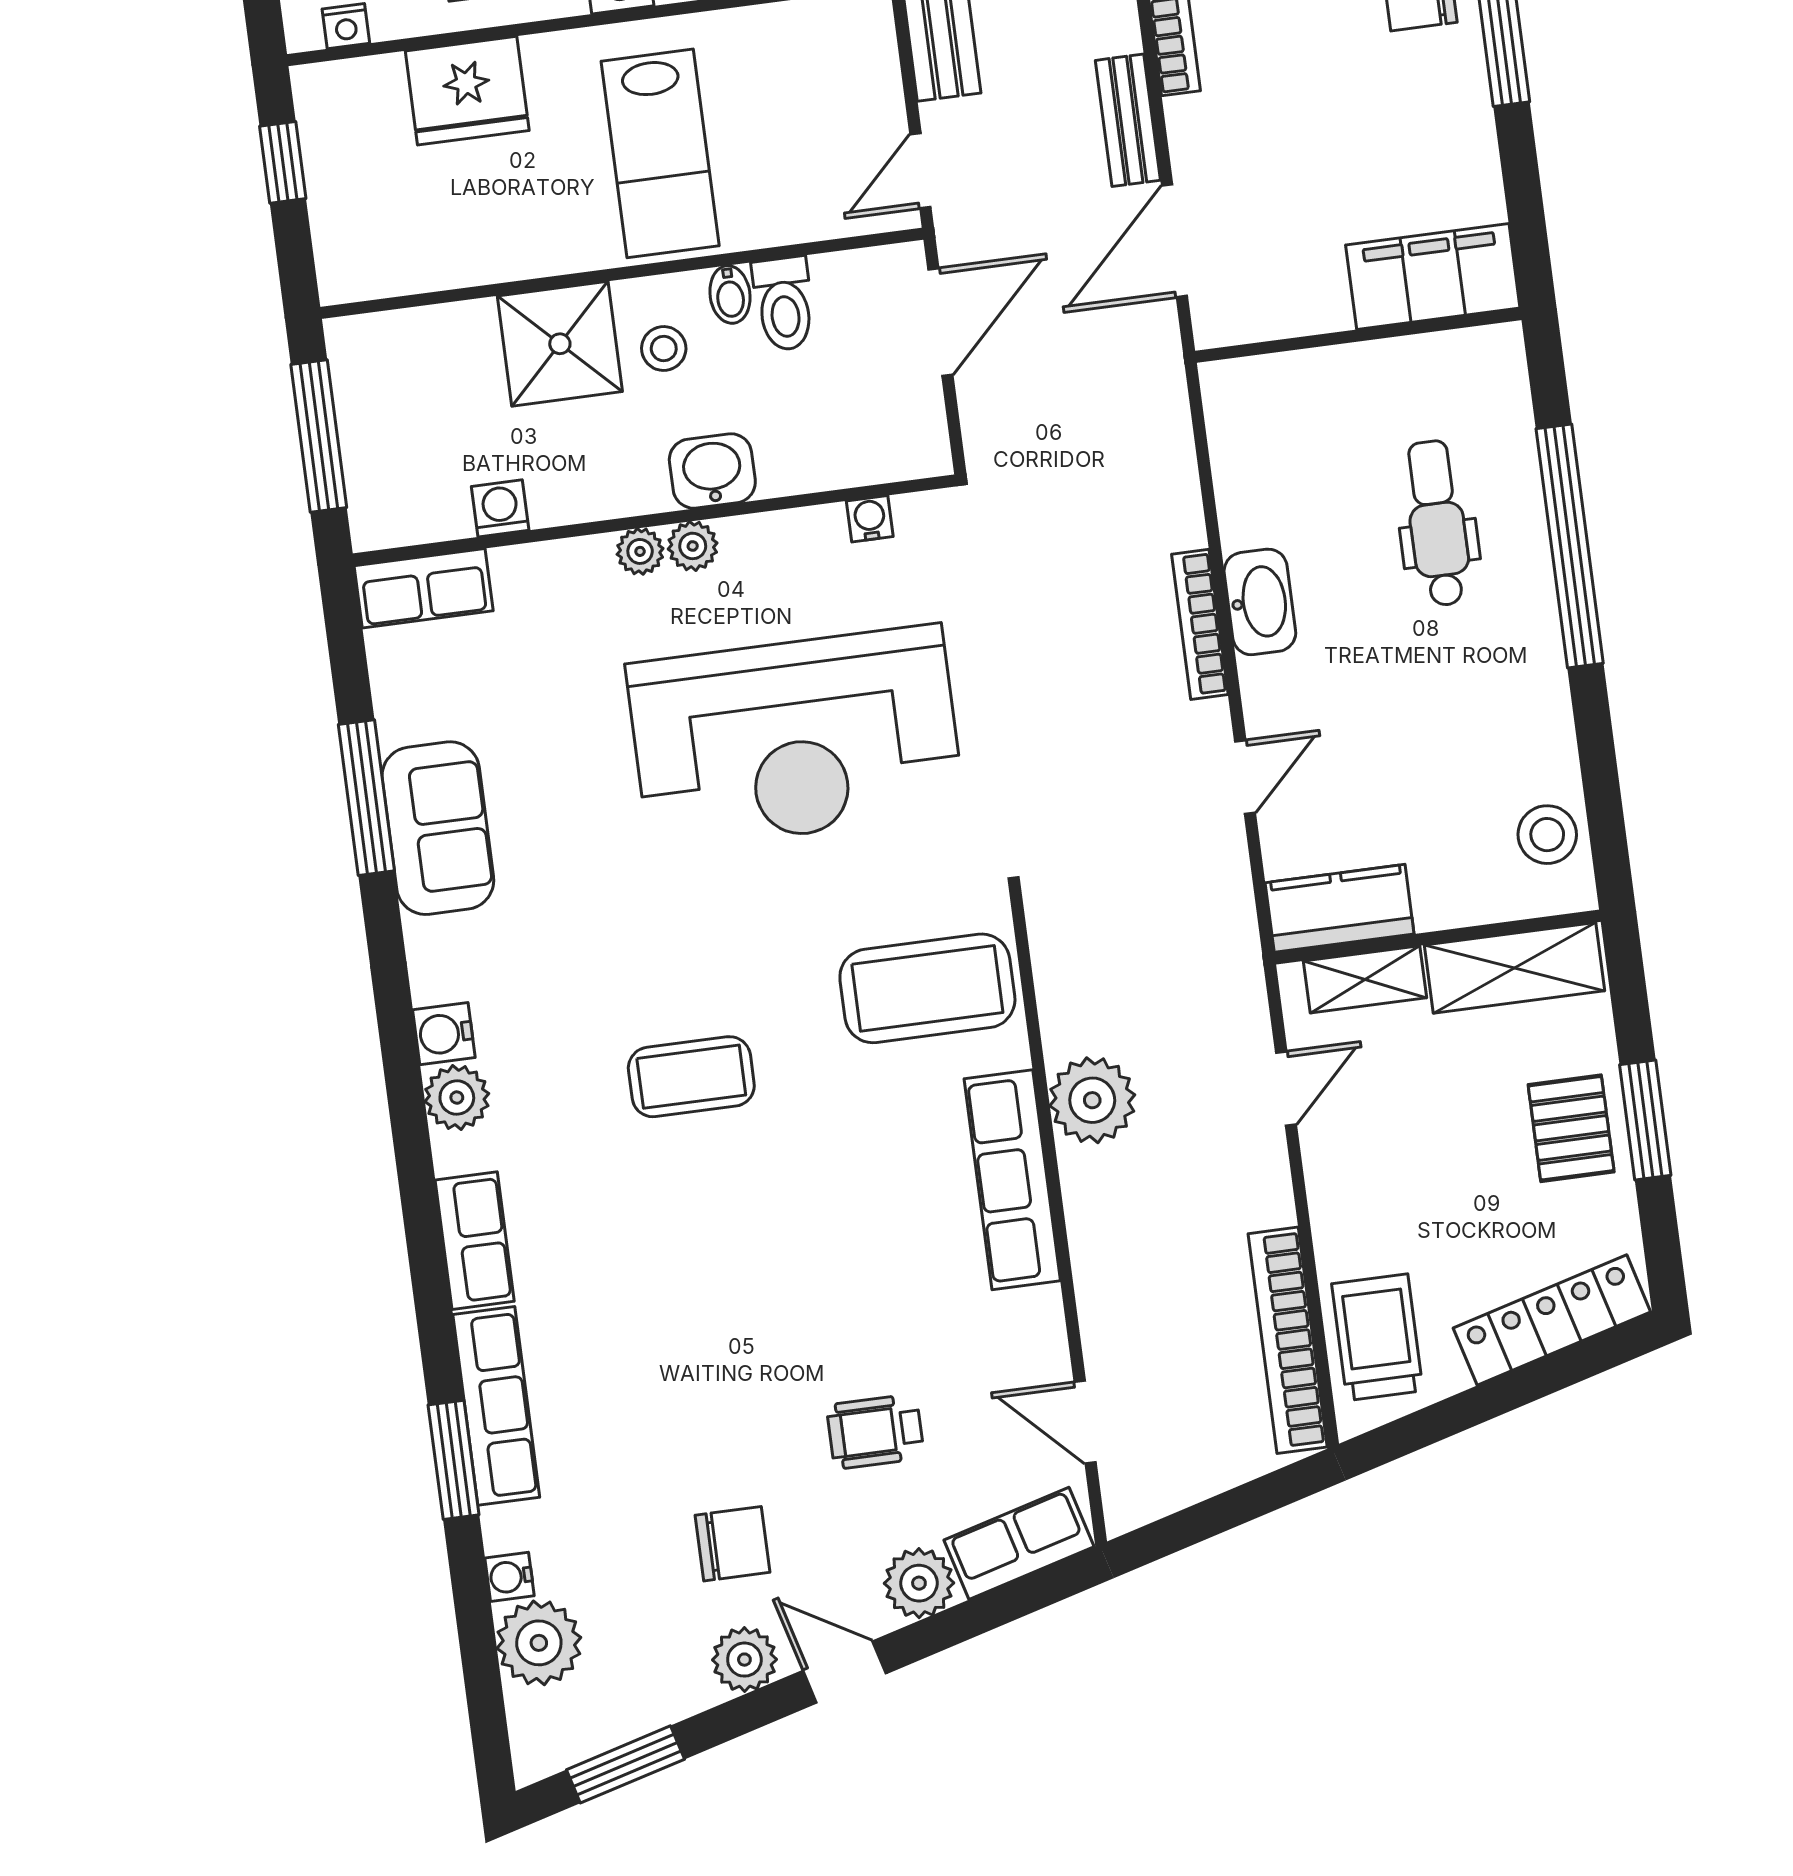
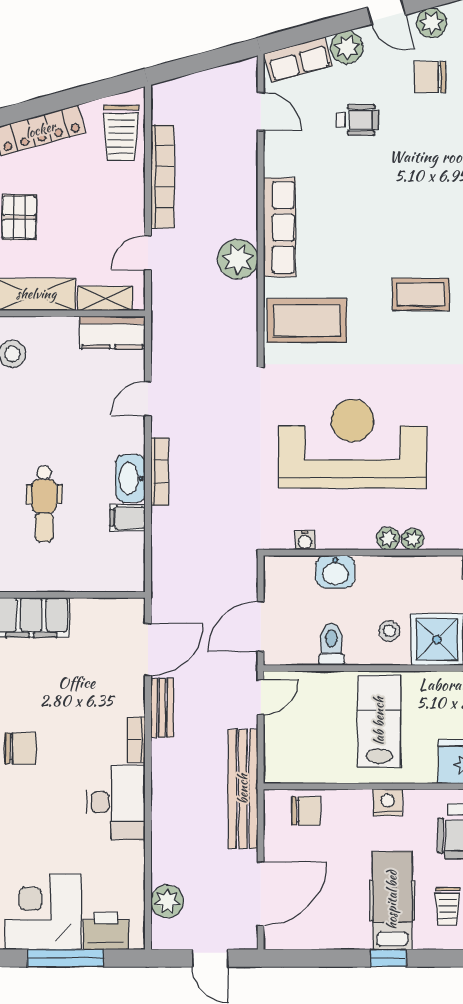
bidet: (730, 294) -> (356, 652), removed
washbasin: (712, 471) -> (335, 572), moved
filing cabinet: (1255, 517) -> (127, 518), added
bookcase: (1288, 1340) -> (162, 177), moved

